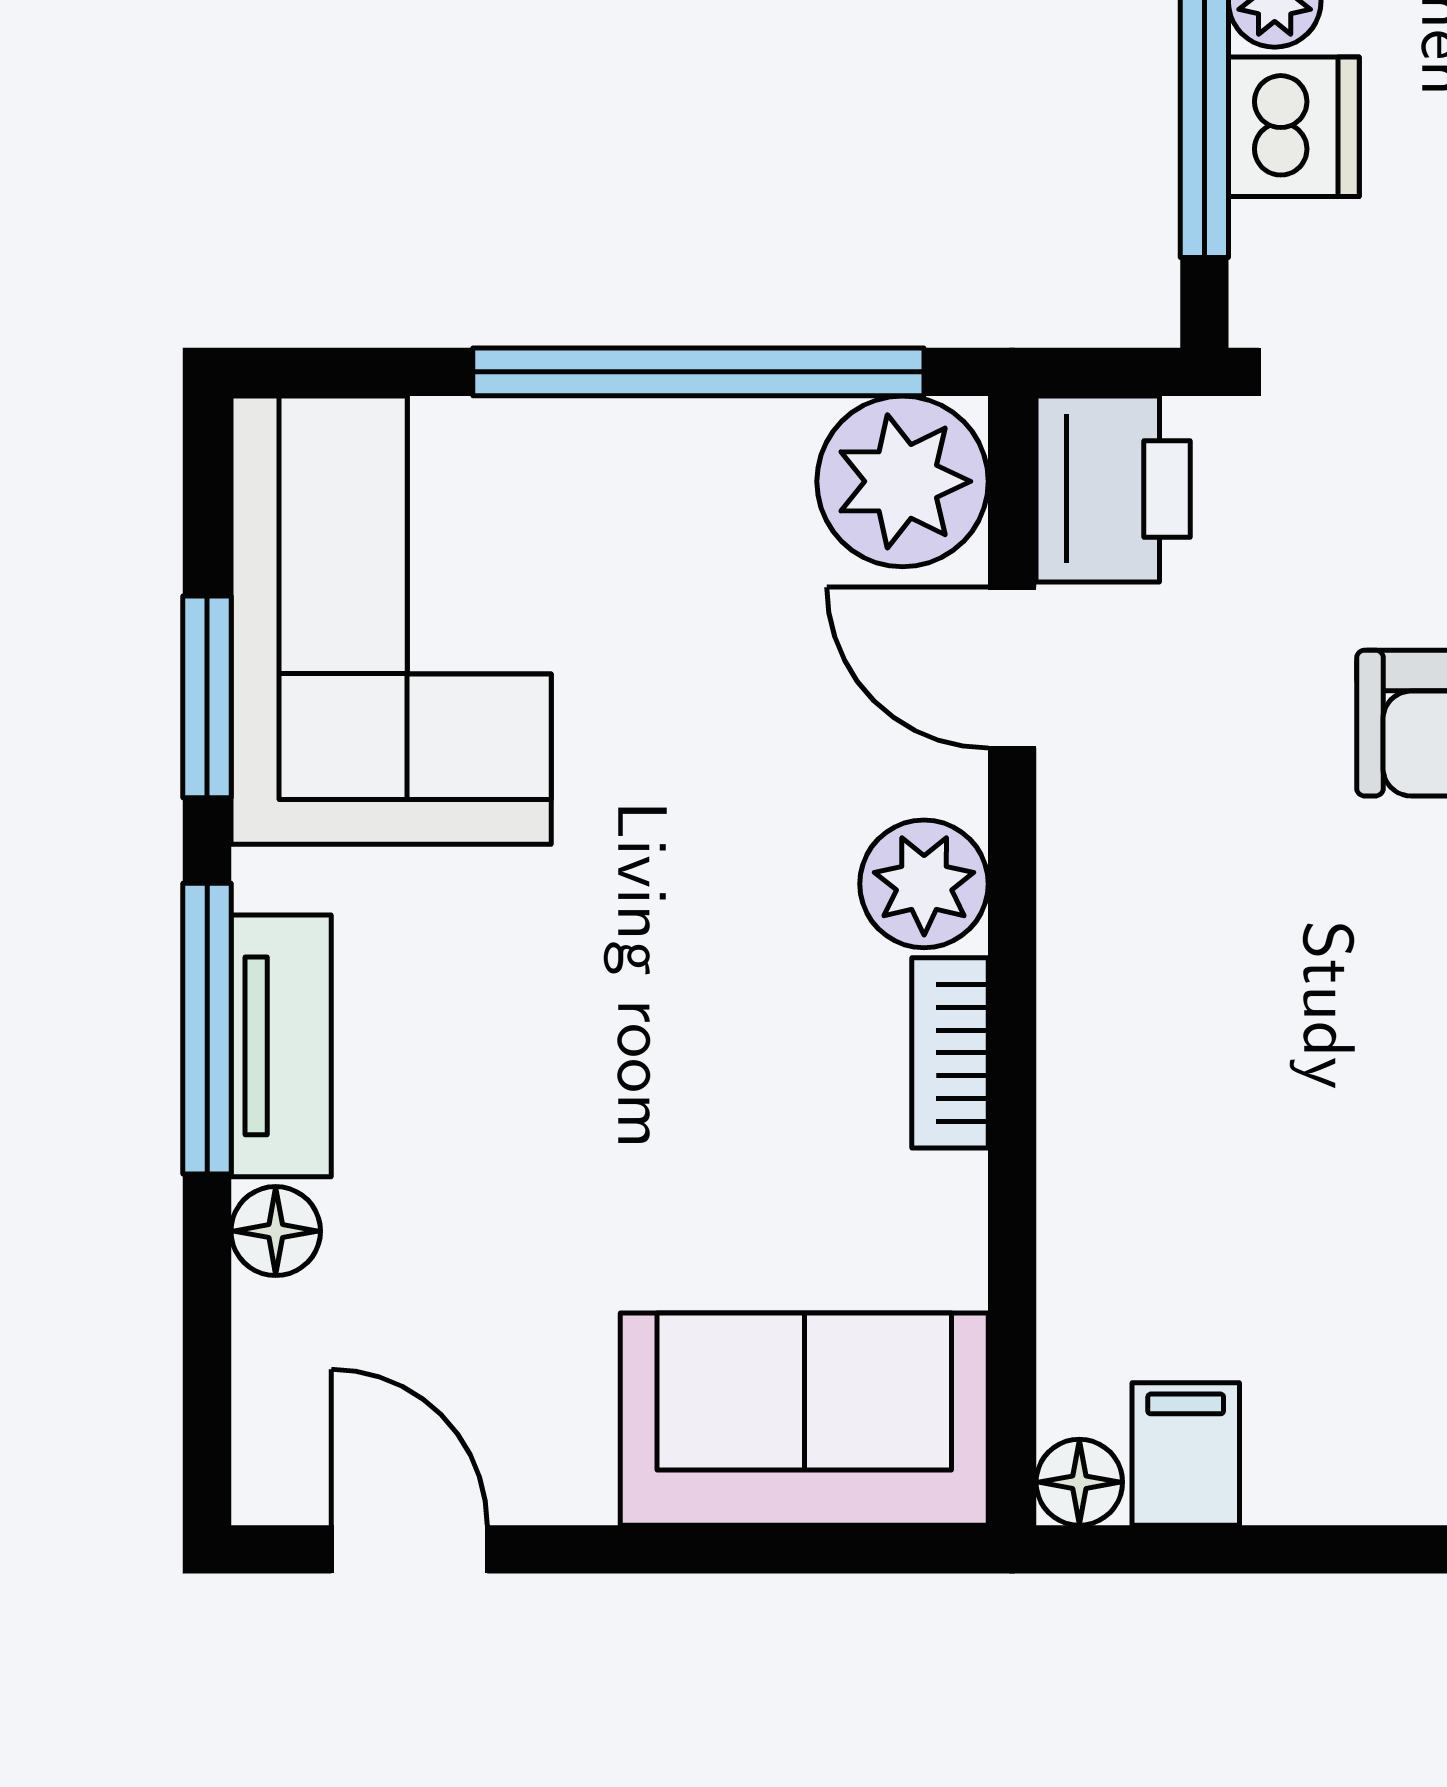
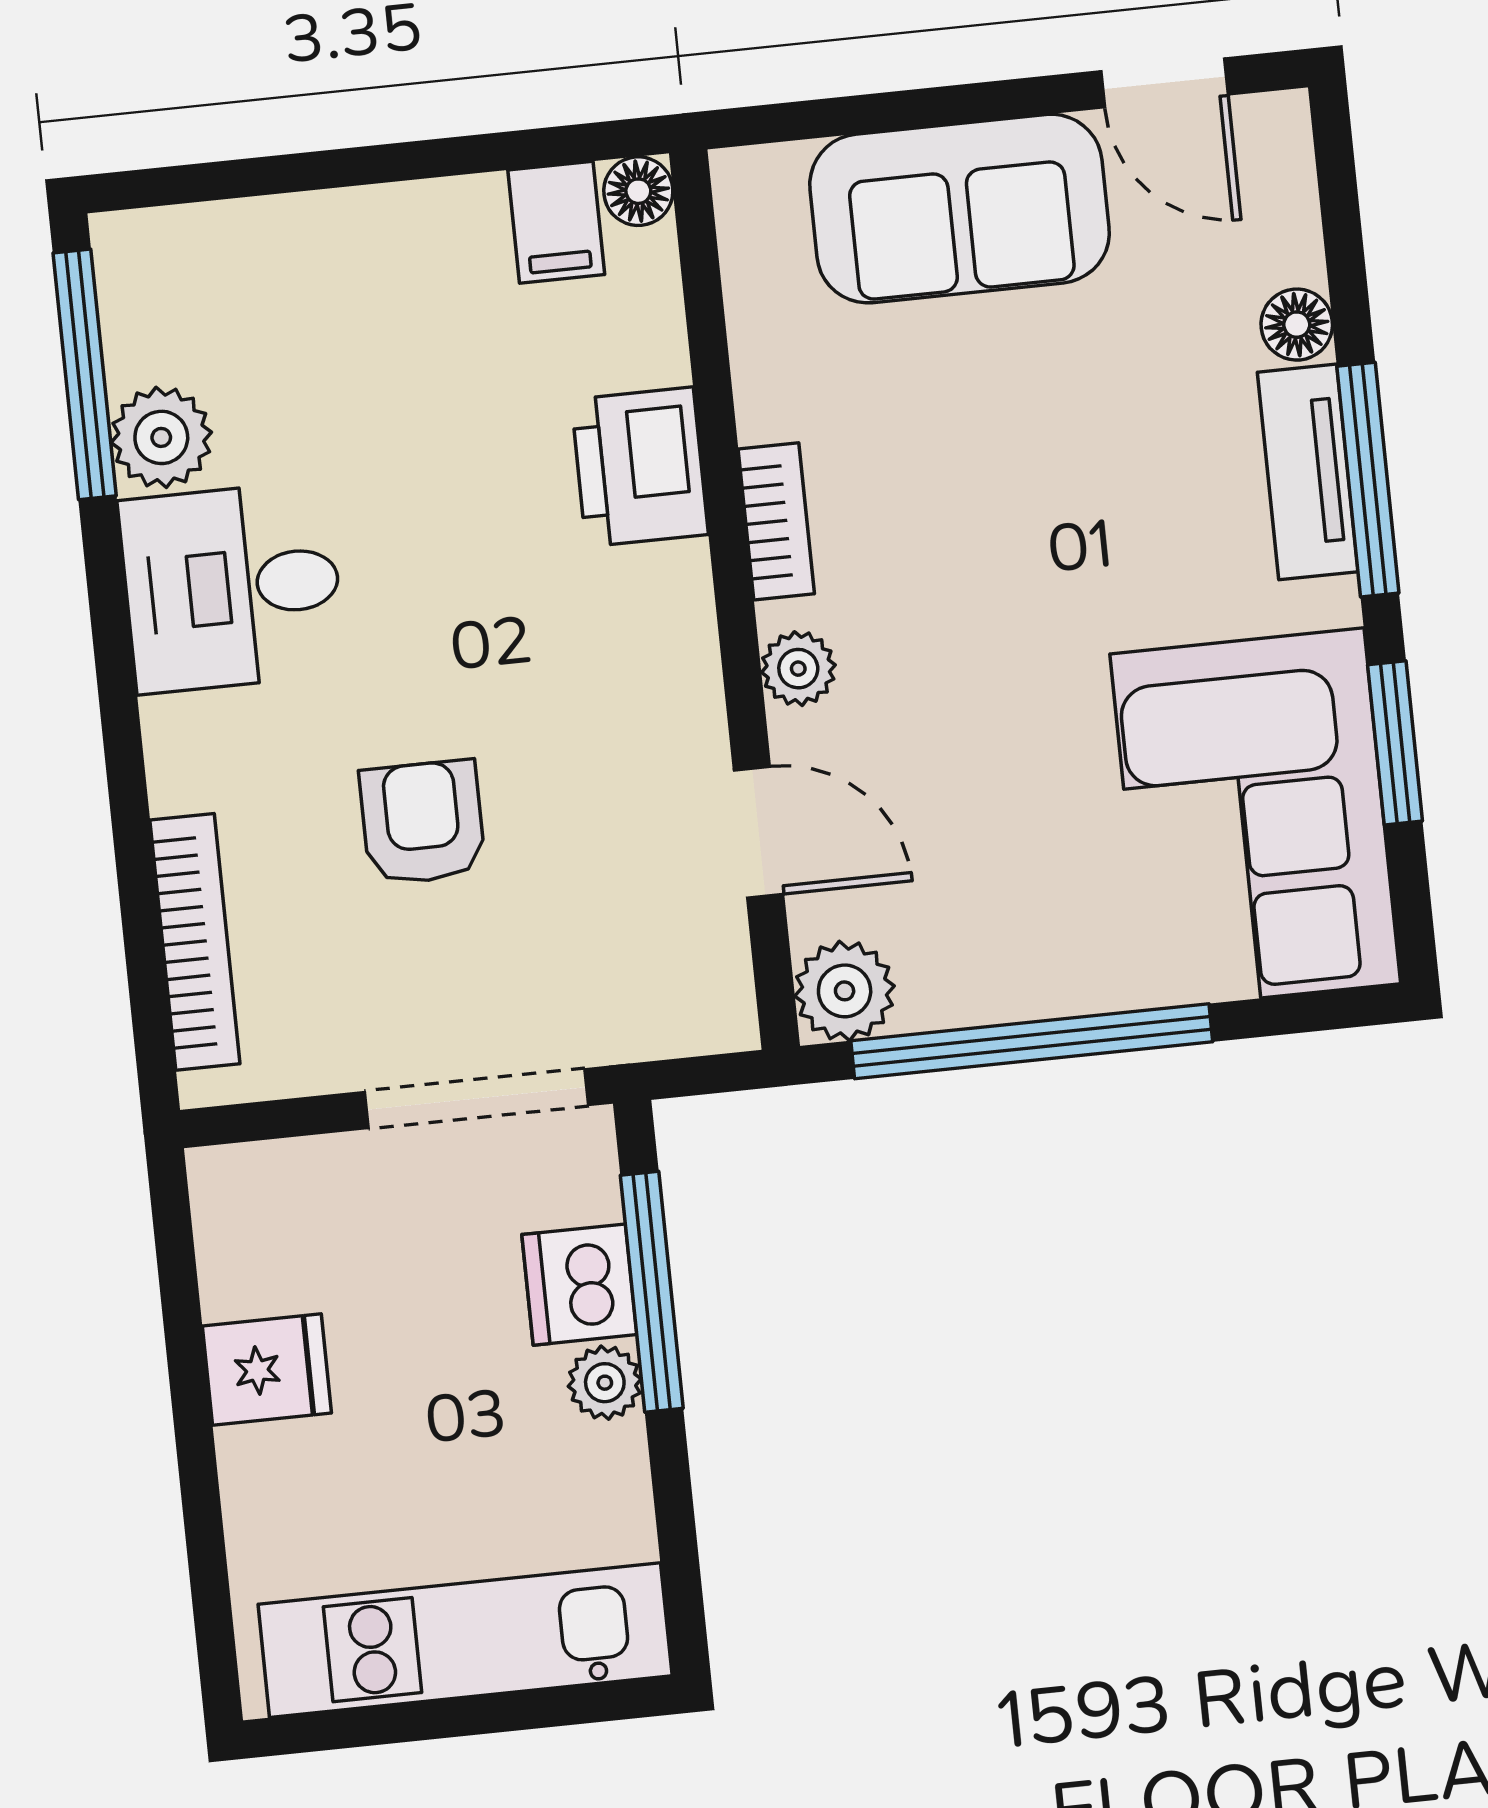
plant: (903, 481) -> (845, 991), width x0.73, depth x0.73
printer: (1113, 489) -> (640, 467), moved
plant: (924, 884) -> (798, 669), width x0.73, depth x0.73
sofa: (804, 1419) -> (960, 209), moved

